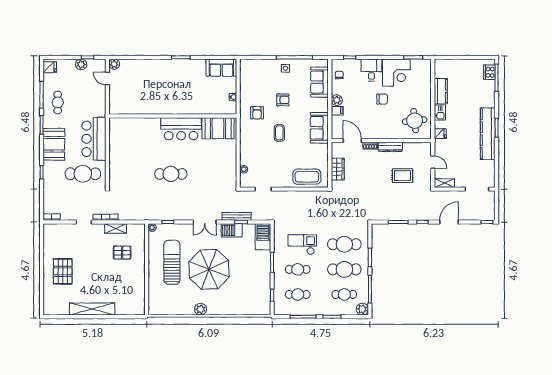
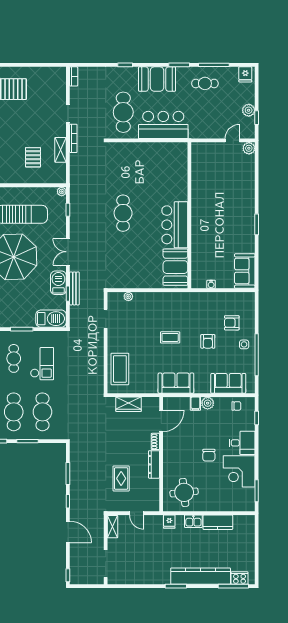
armchair: (257, 113) -> (232, 323), moved
kitchen counter: (488, 134) -> (201, 576), moved
door: (433, 162) -> (137, 513), hinge flipped

